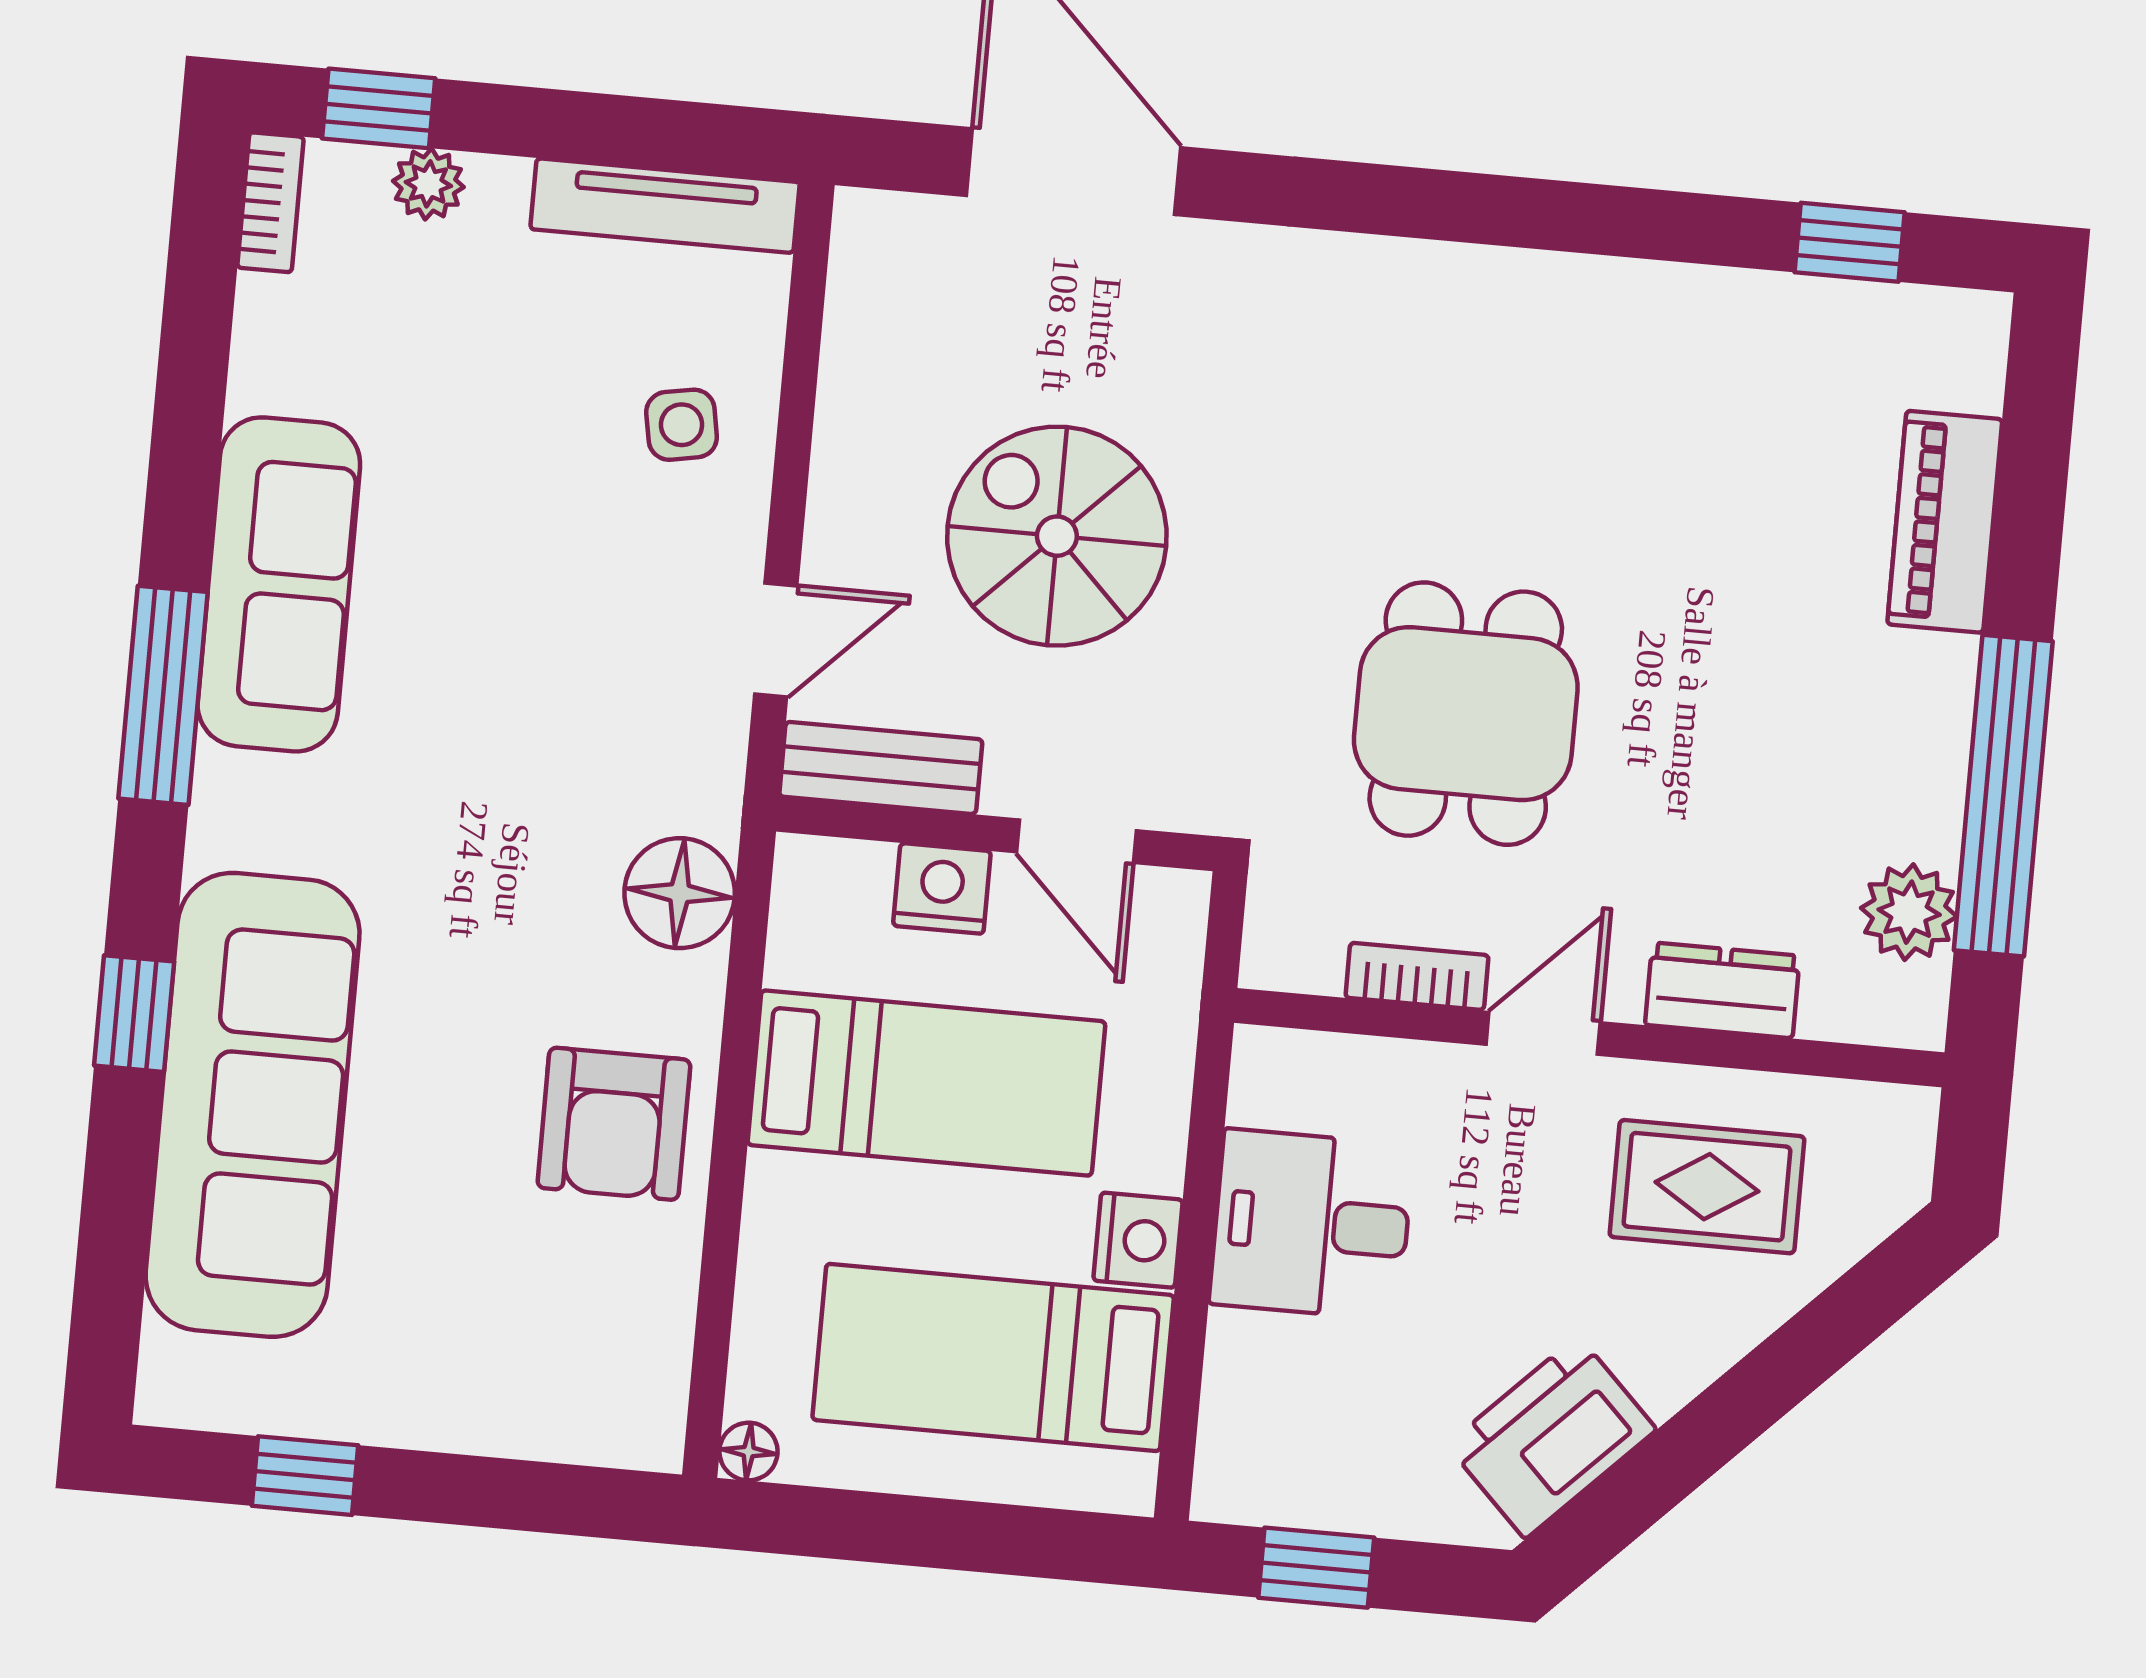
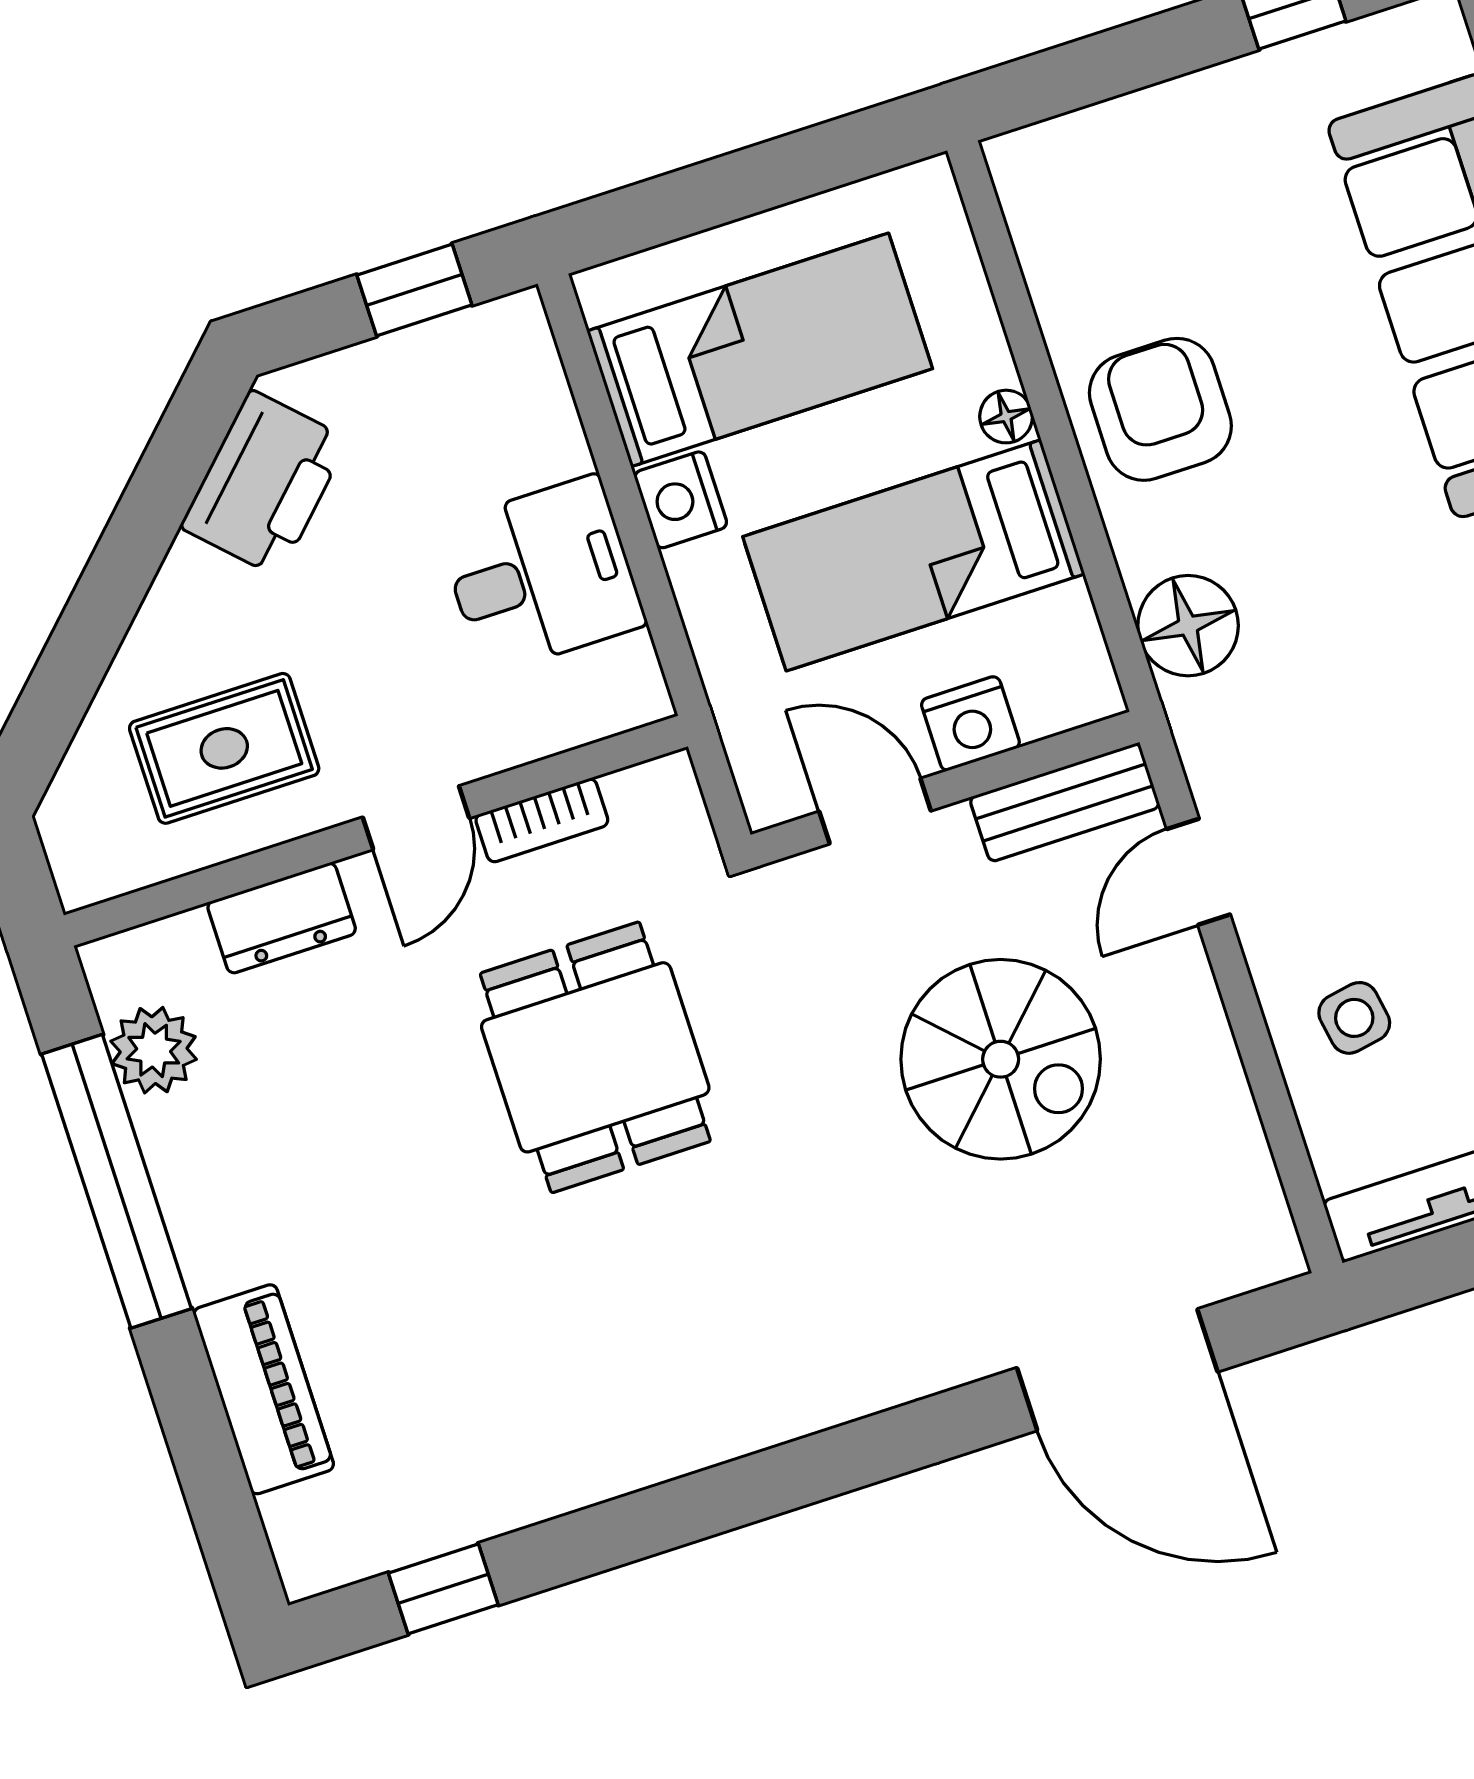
floor lamp: (749, 1452) -> (1006, 417), moved

